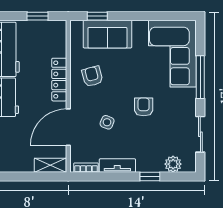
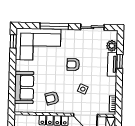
window: (97, 16) -> (13, 41), moved
tv unit: (117, 166) -> (112, 64), moved

